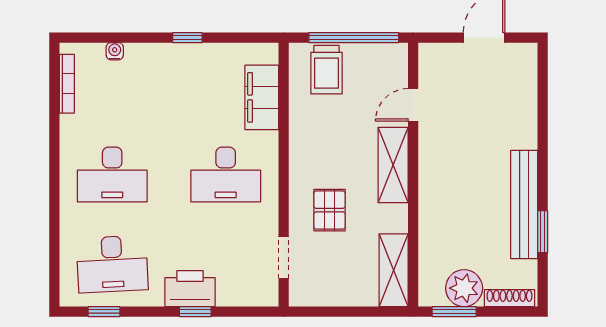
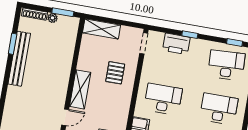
doorway: (284, 257) -> (144, 43), moved
shelving: (394, 270) -> (102, 29), moved, turned 90
plant: (464, 288) -> (53, 18), width x0.53, depth x0.53
printer: (190, 289) -> (176, 44), moved

